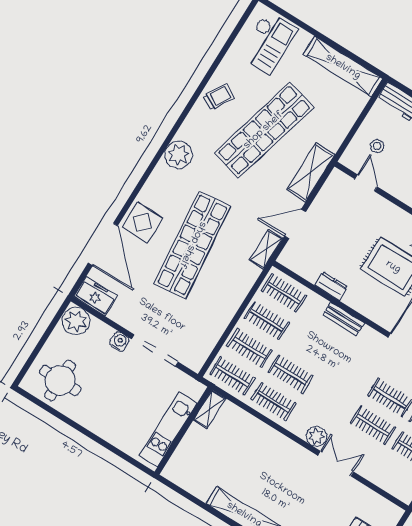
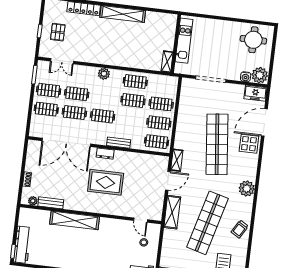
door: (103, 244) -> (264, 122), hinge flipped
dresser: (331, 286) -> (105, 154), moved
water cooler: (120, 342) -> (246, 77), moved
clothes rail: (232, 376) -> (103, 116), moved
double door: (336, 464) -> (62, 61), moved

